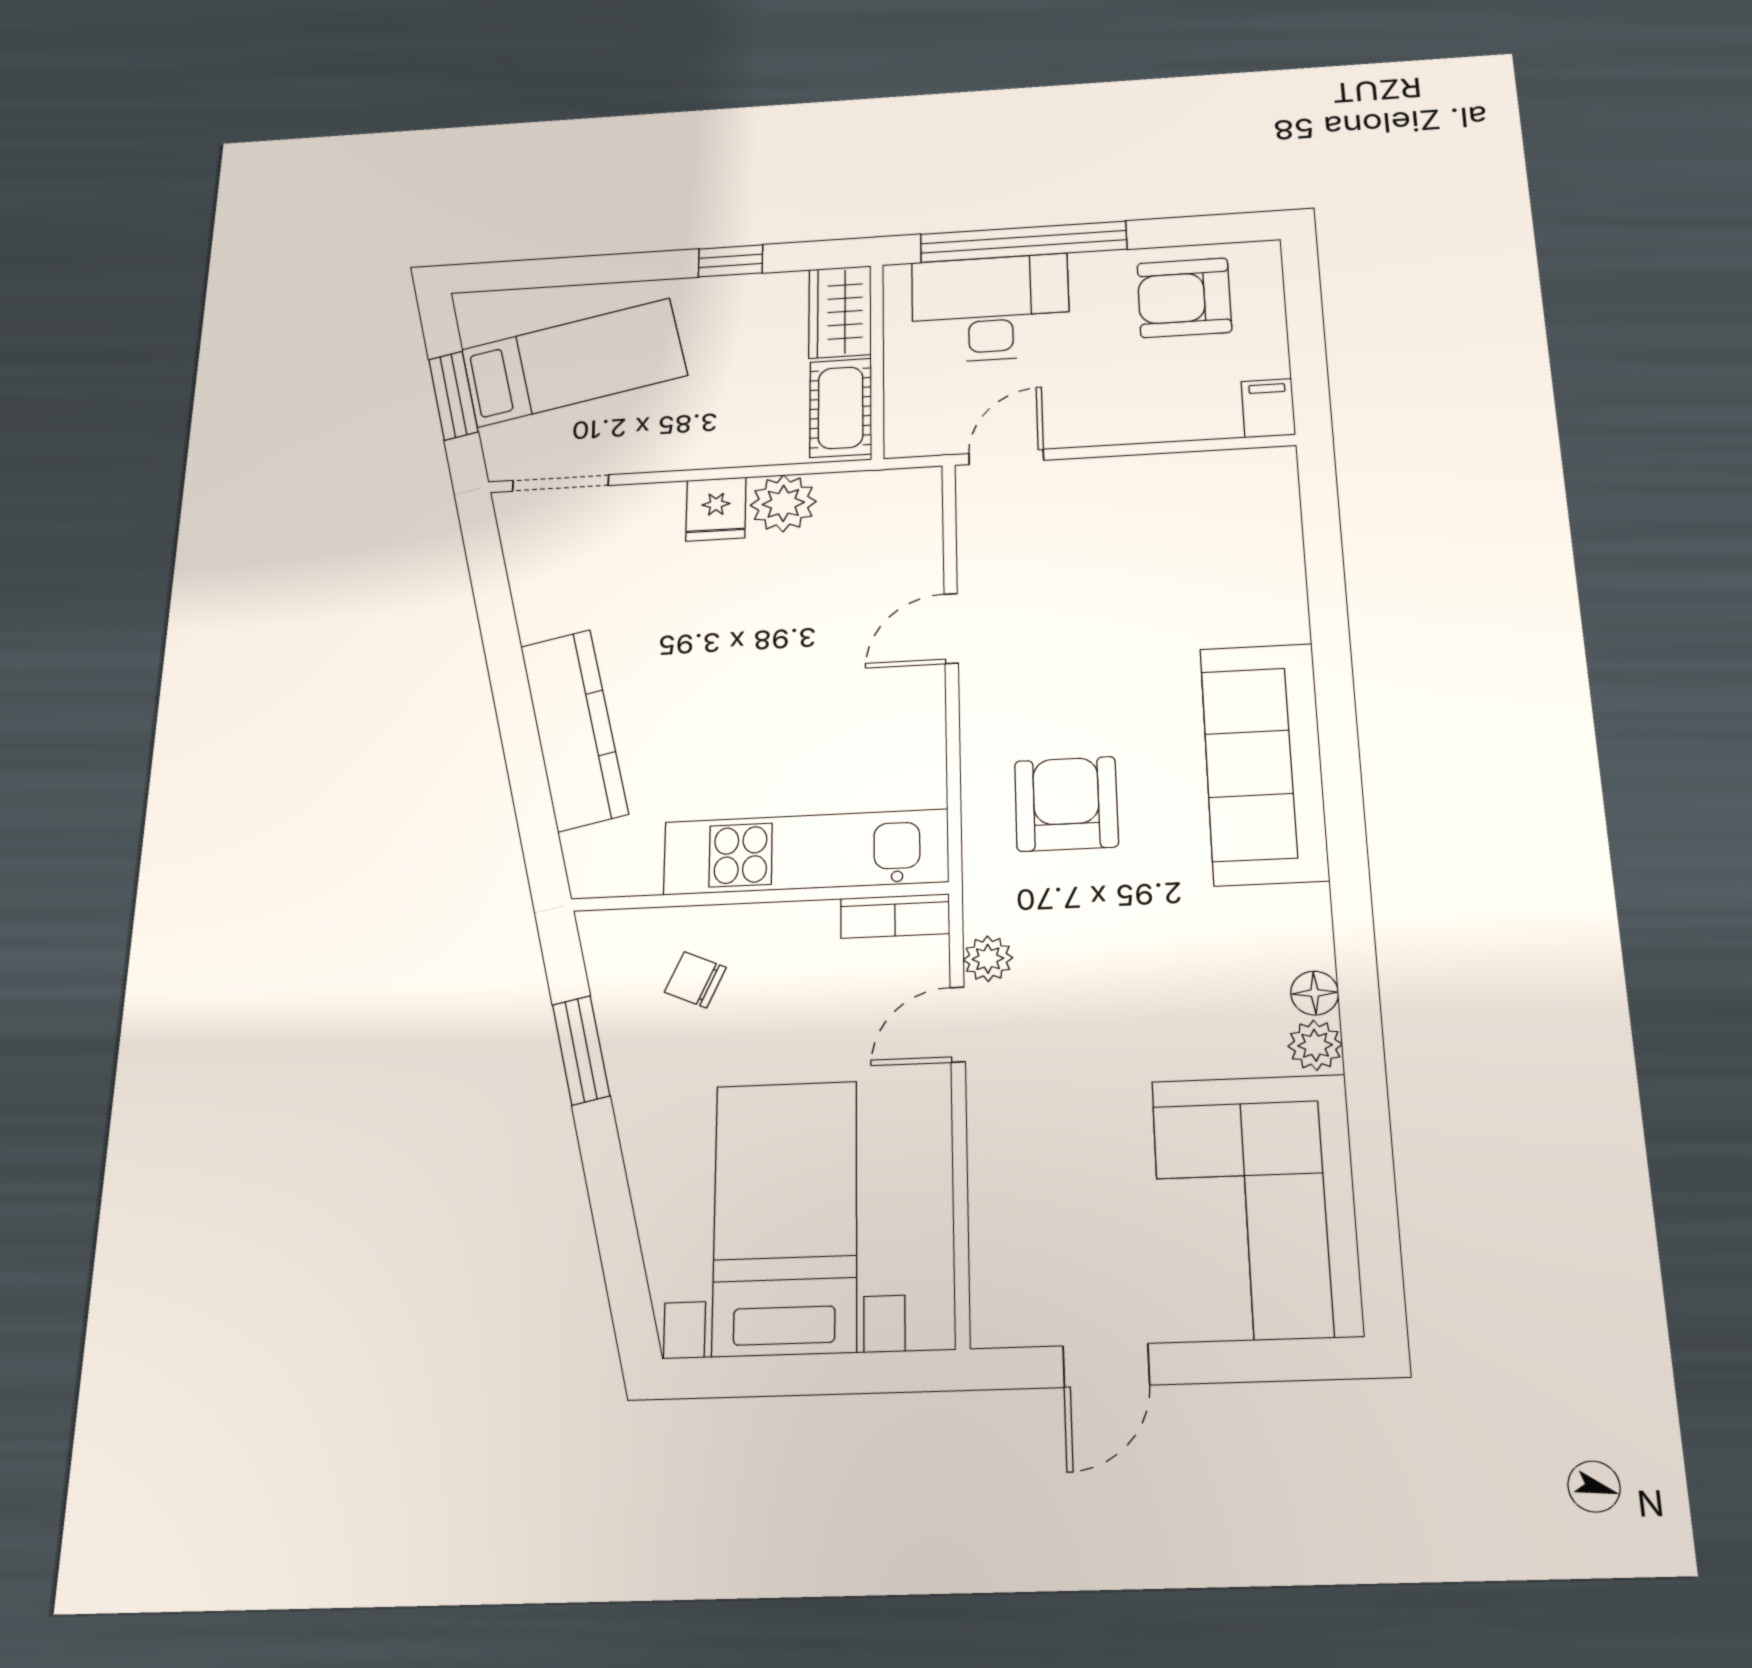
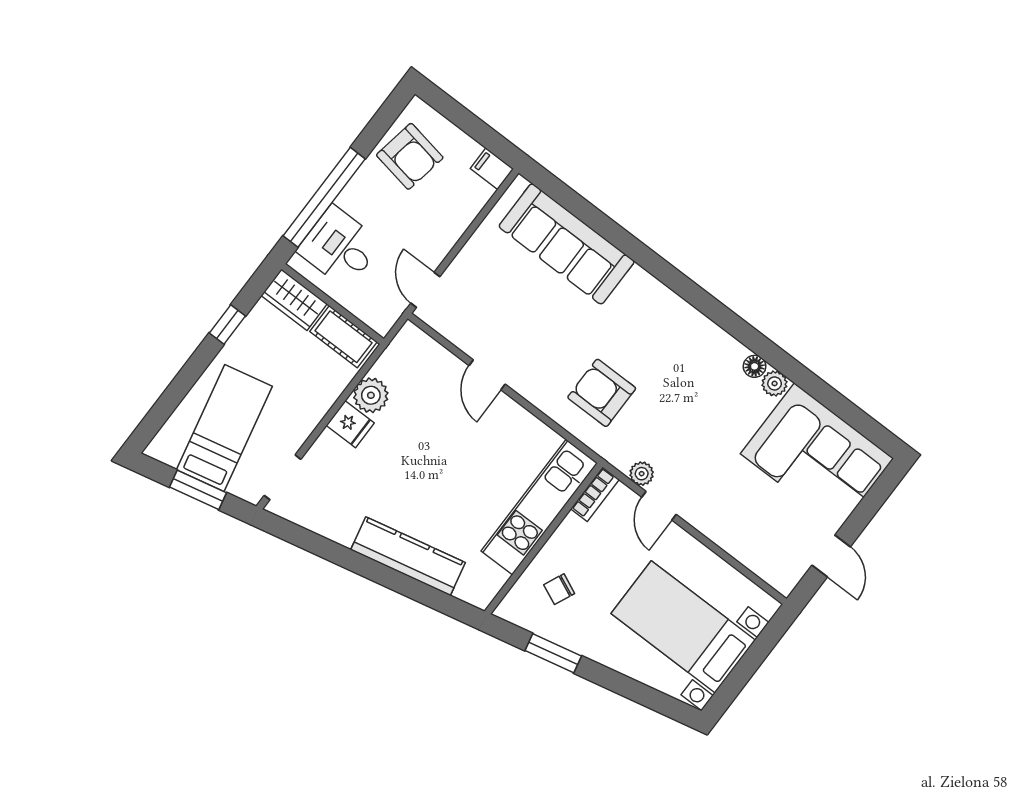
armchair: (1184, 298) -> (410, 156), turned -80
desk: (990, 308) -> (340, 247), width x0.73
sofa: (1264, 763) -> (567, 244), moved

